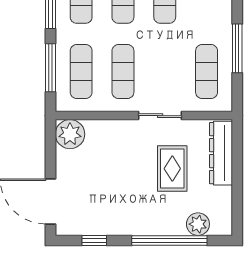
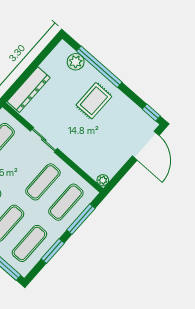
plant: (70, 134) -> (103, 180), width x0.53, depth x0.53
rug: (172, 169) -> (94, 101), moved
window: (94, 240) -> (151, 112), moved

